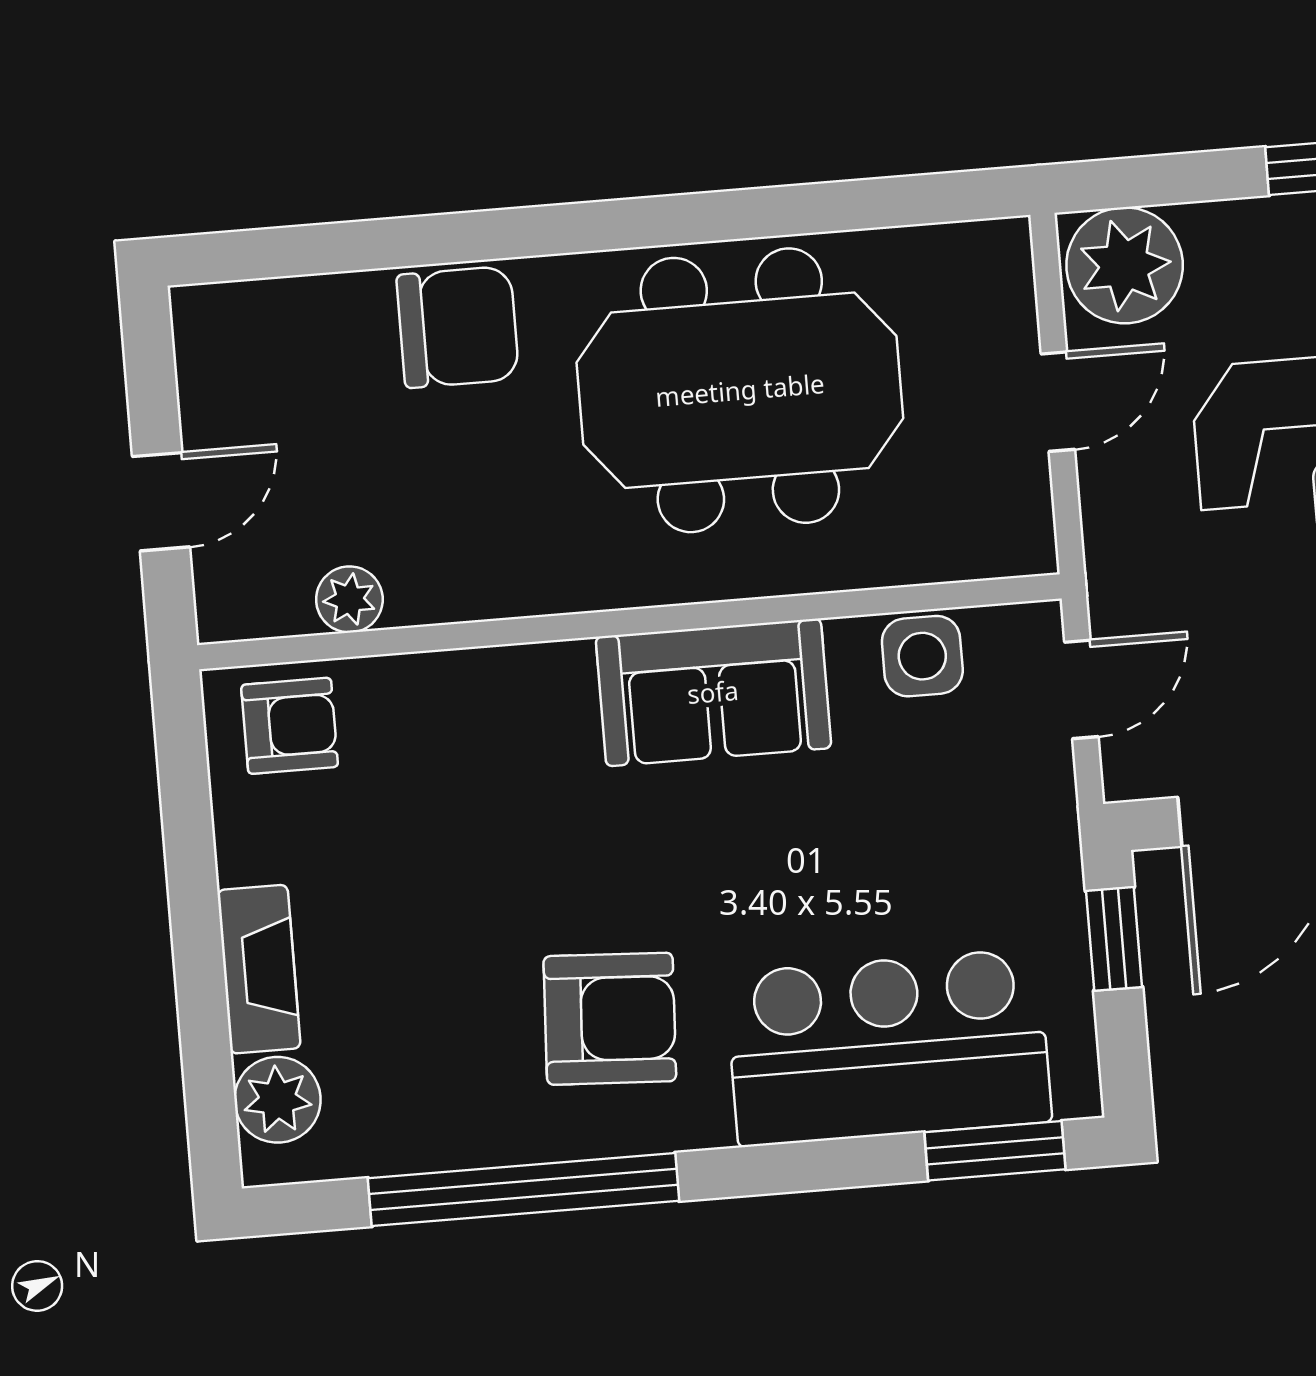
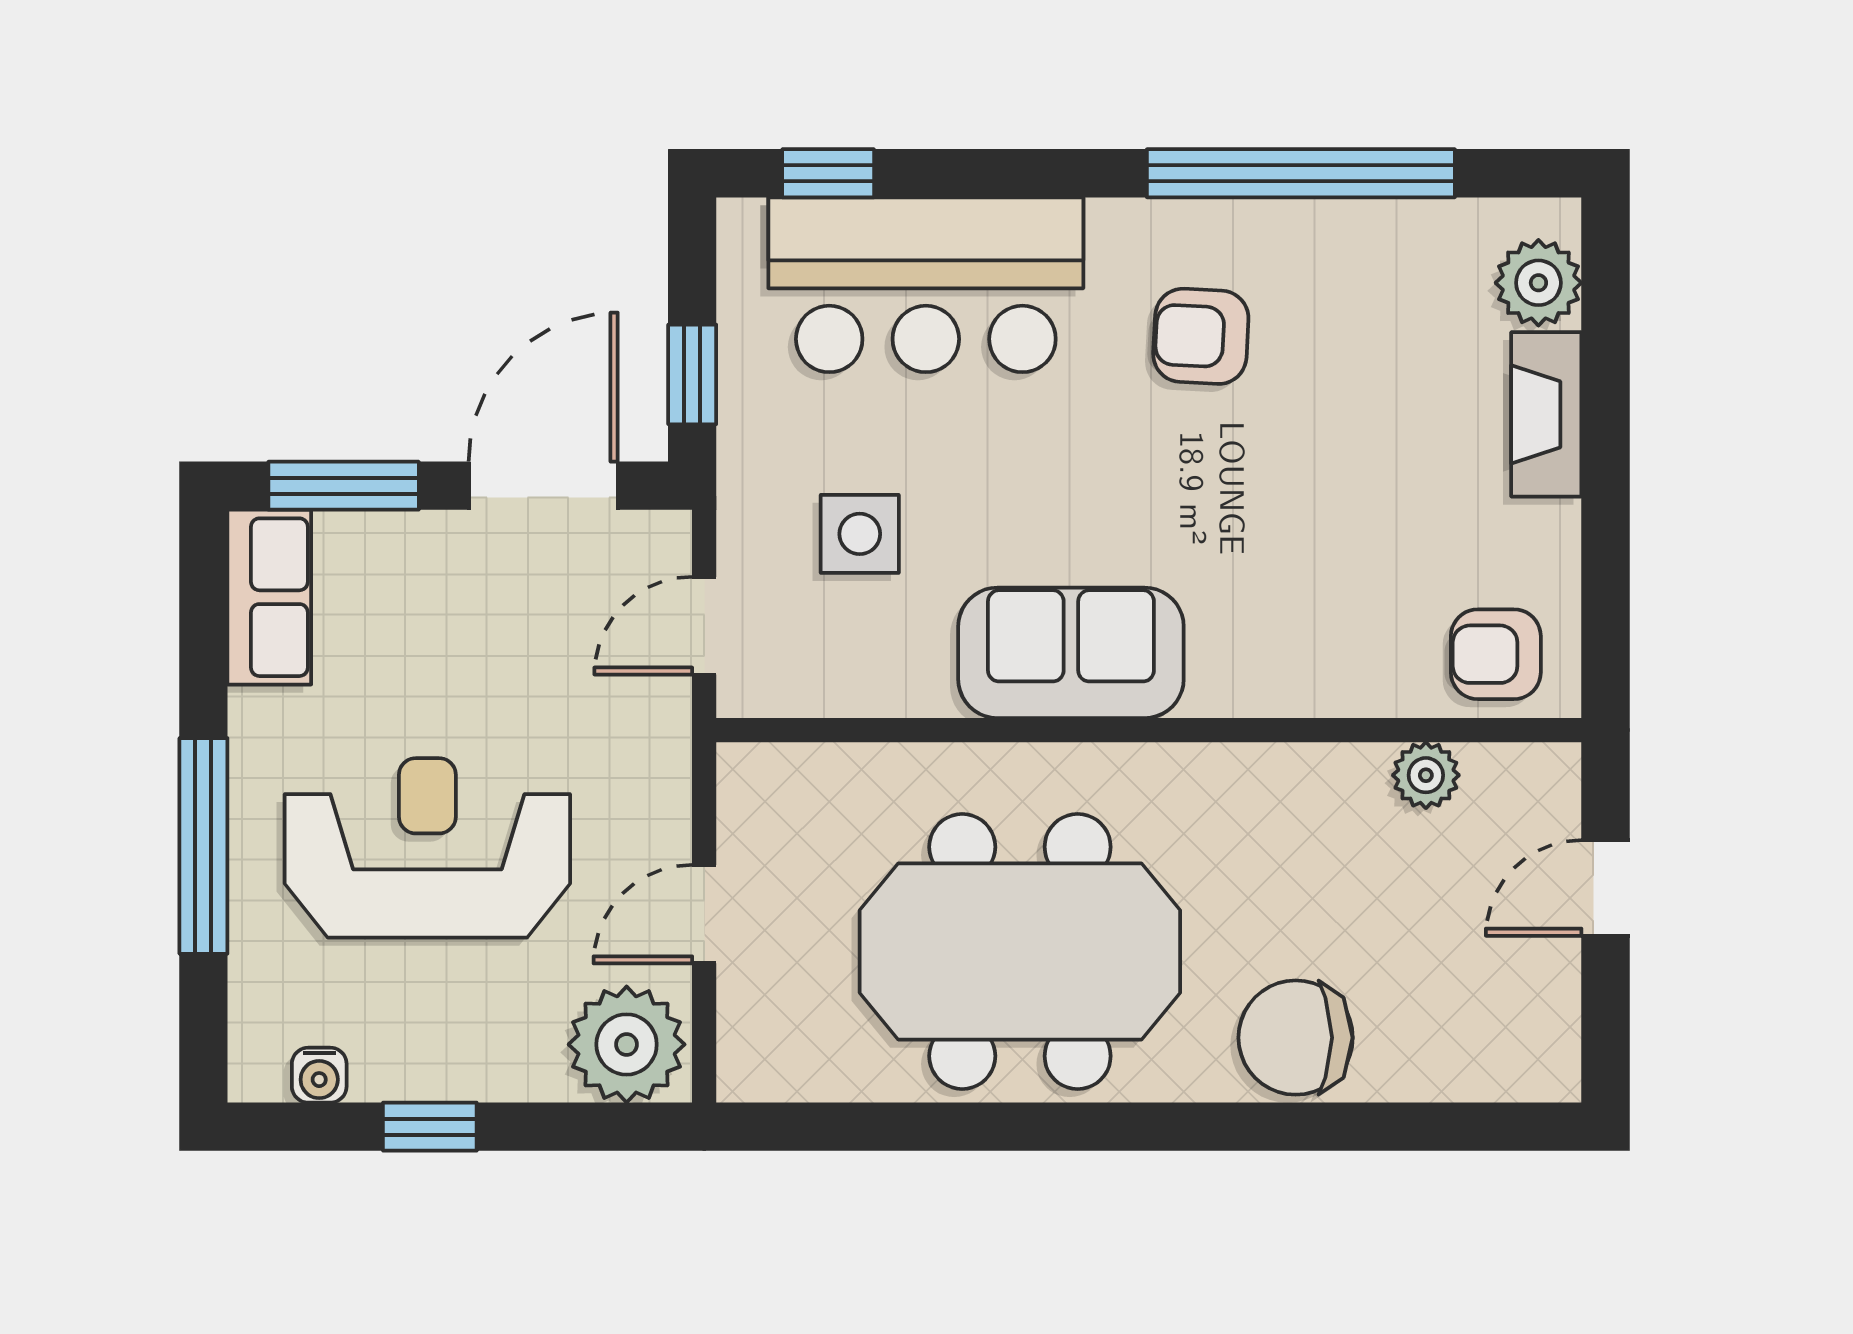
side table: (922, 656) -> (860, 534), moved
armchair: (610, 1019) -> (1201, 336), width x0.72, depth x0.72
window: (995, 1151) -> (828, 173), width x0.67

